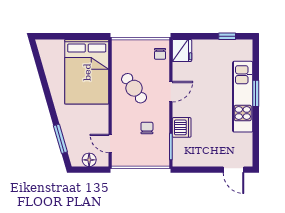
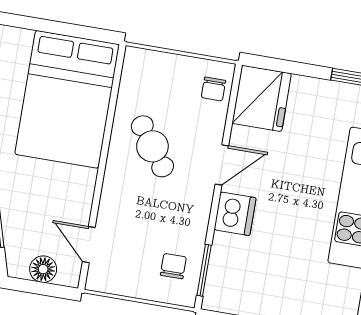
fridge: (182, 50) -> (262, 98), width x1.36, depth x1.34
dishwasher: (182, 127) -> (235, 214), moved
chair: (147, 128) -> (173, 266), moved

